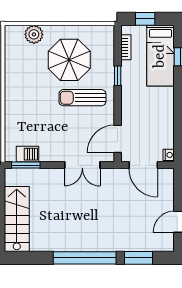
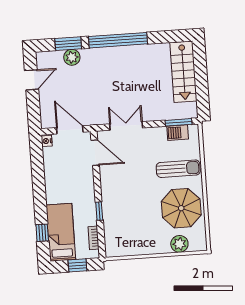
parasol: (69, 60) -> (181, 208), moved
sun lounger: (82, 98) -> (178, 169), moved
door: (118, 139) -> (95, 153), hinge flipped
plant: (135, 243) -> (72, 57), added

